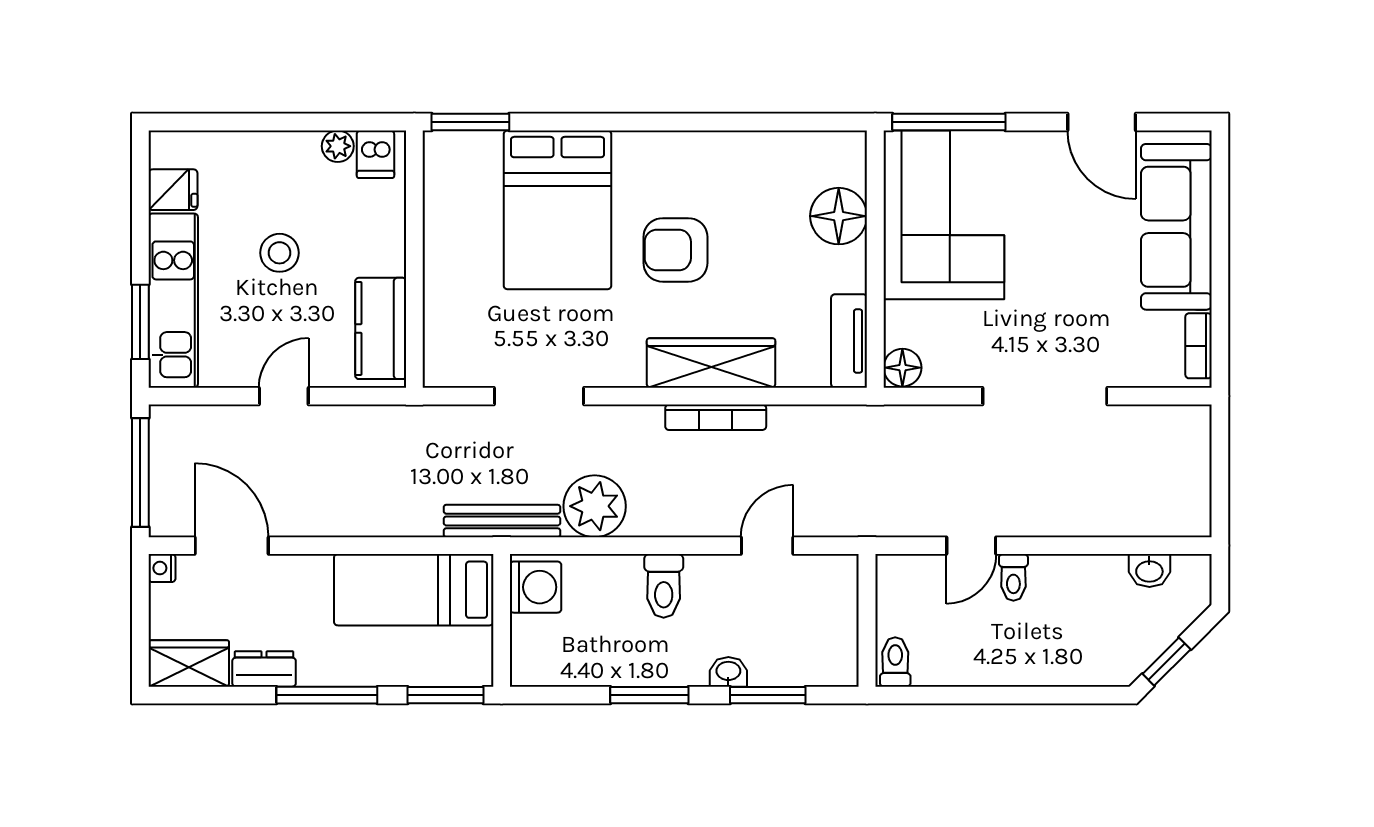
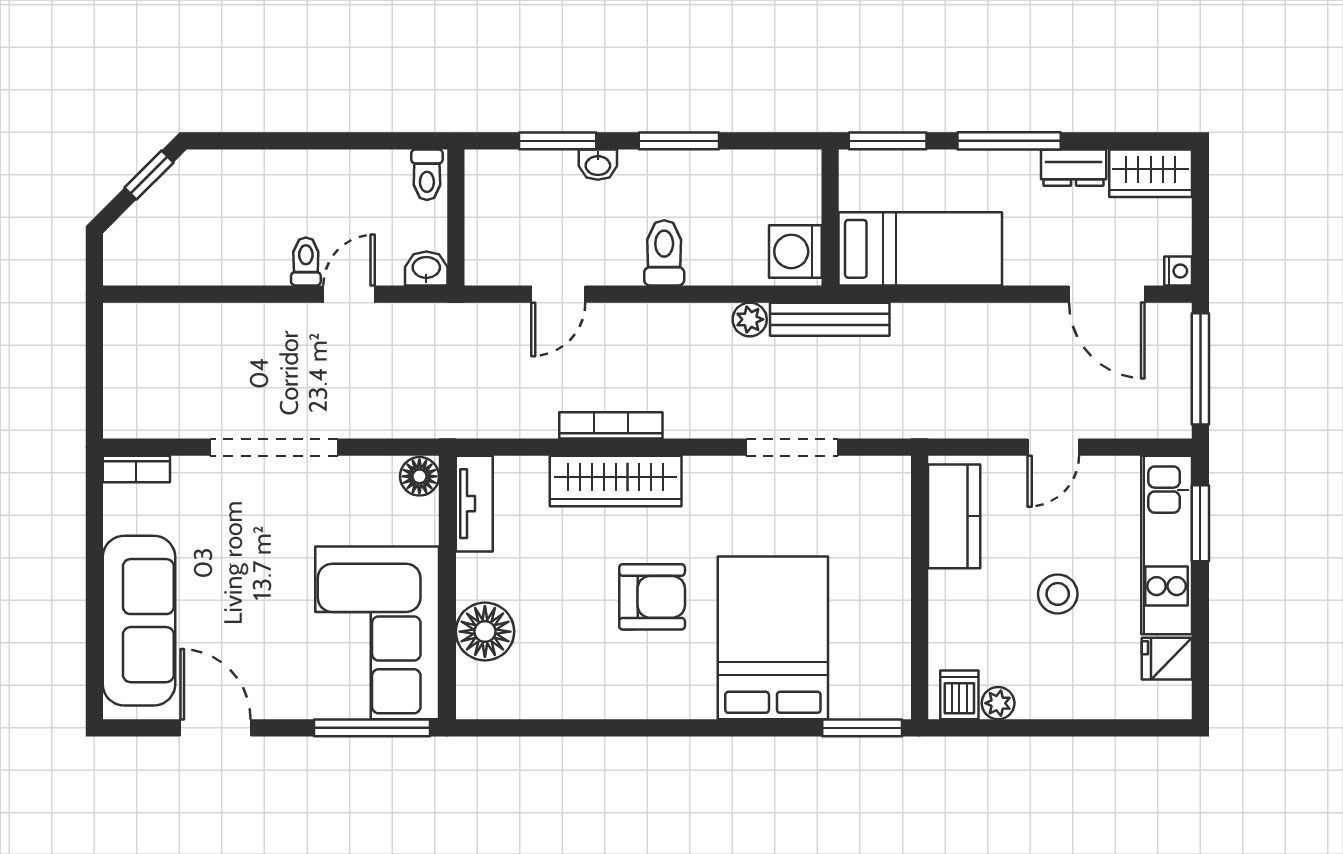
bookcase: (1199, 346) -> (136, 469), moved, turned 90
plant: (595, 506) -> (750, 319), width x0.53, depth x0.53
washbasin: (1149, 571) -> (426, 268), moved

